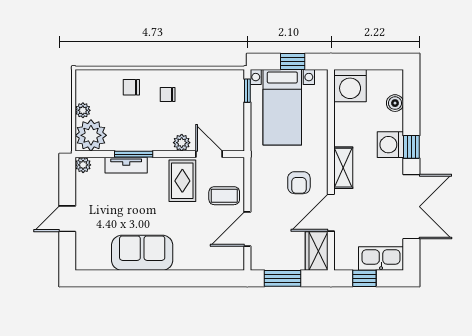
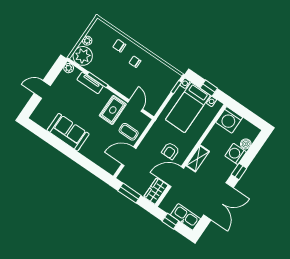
plant: (182, 143) -> (126, 91), removed
washing machine: (390, 145) -> (236, 154), moved

